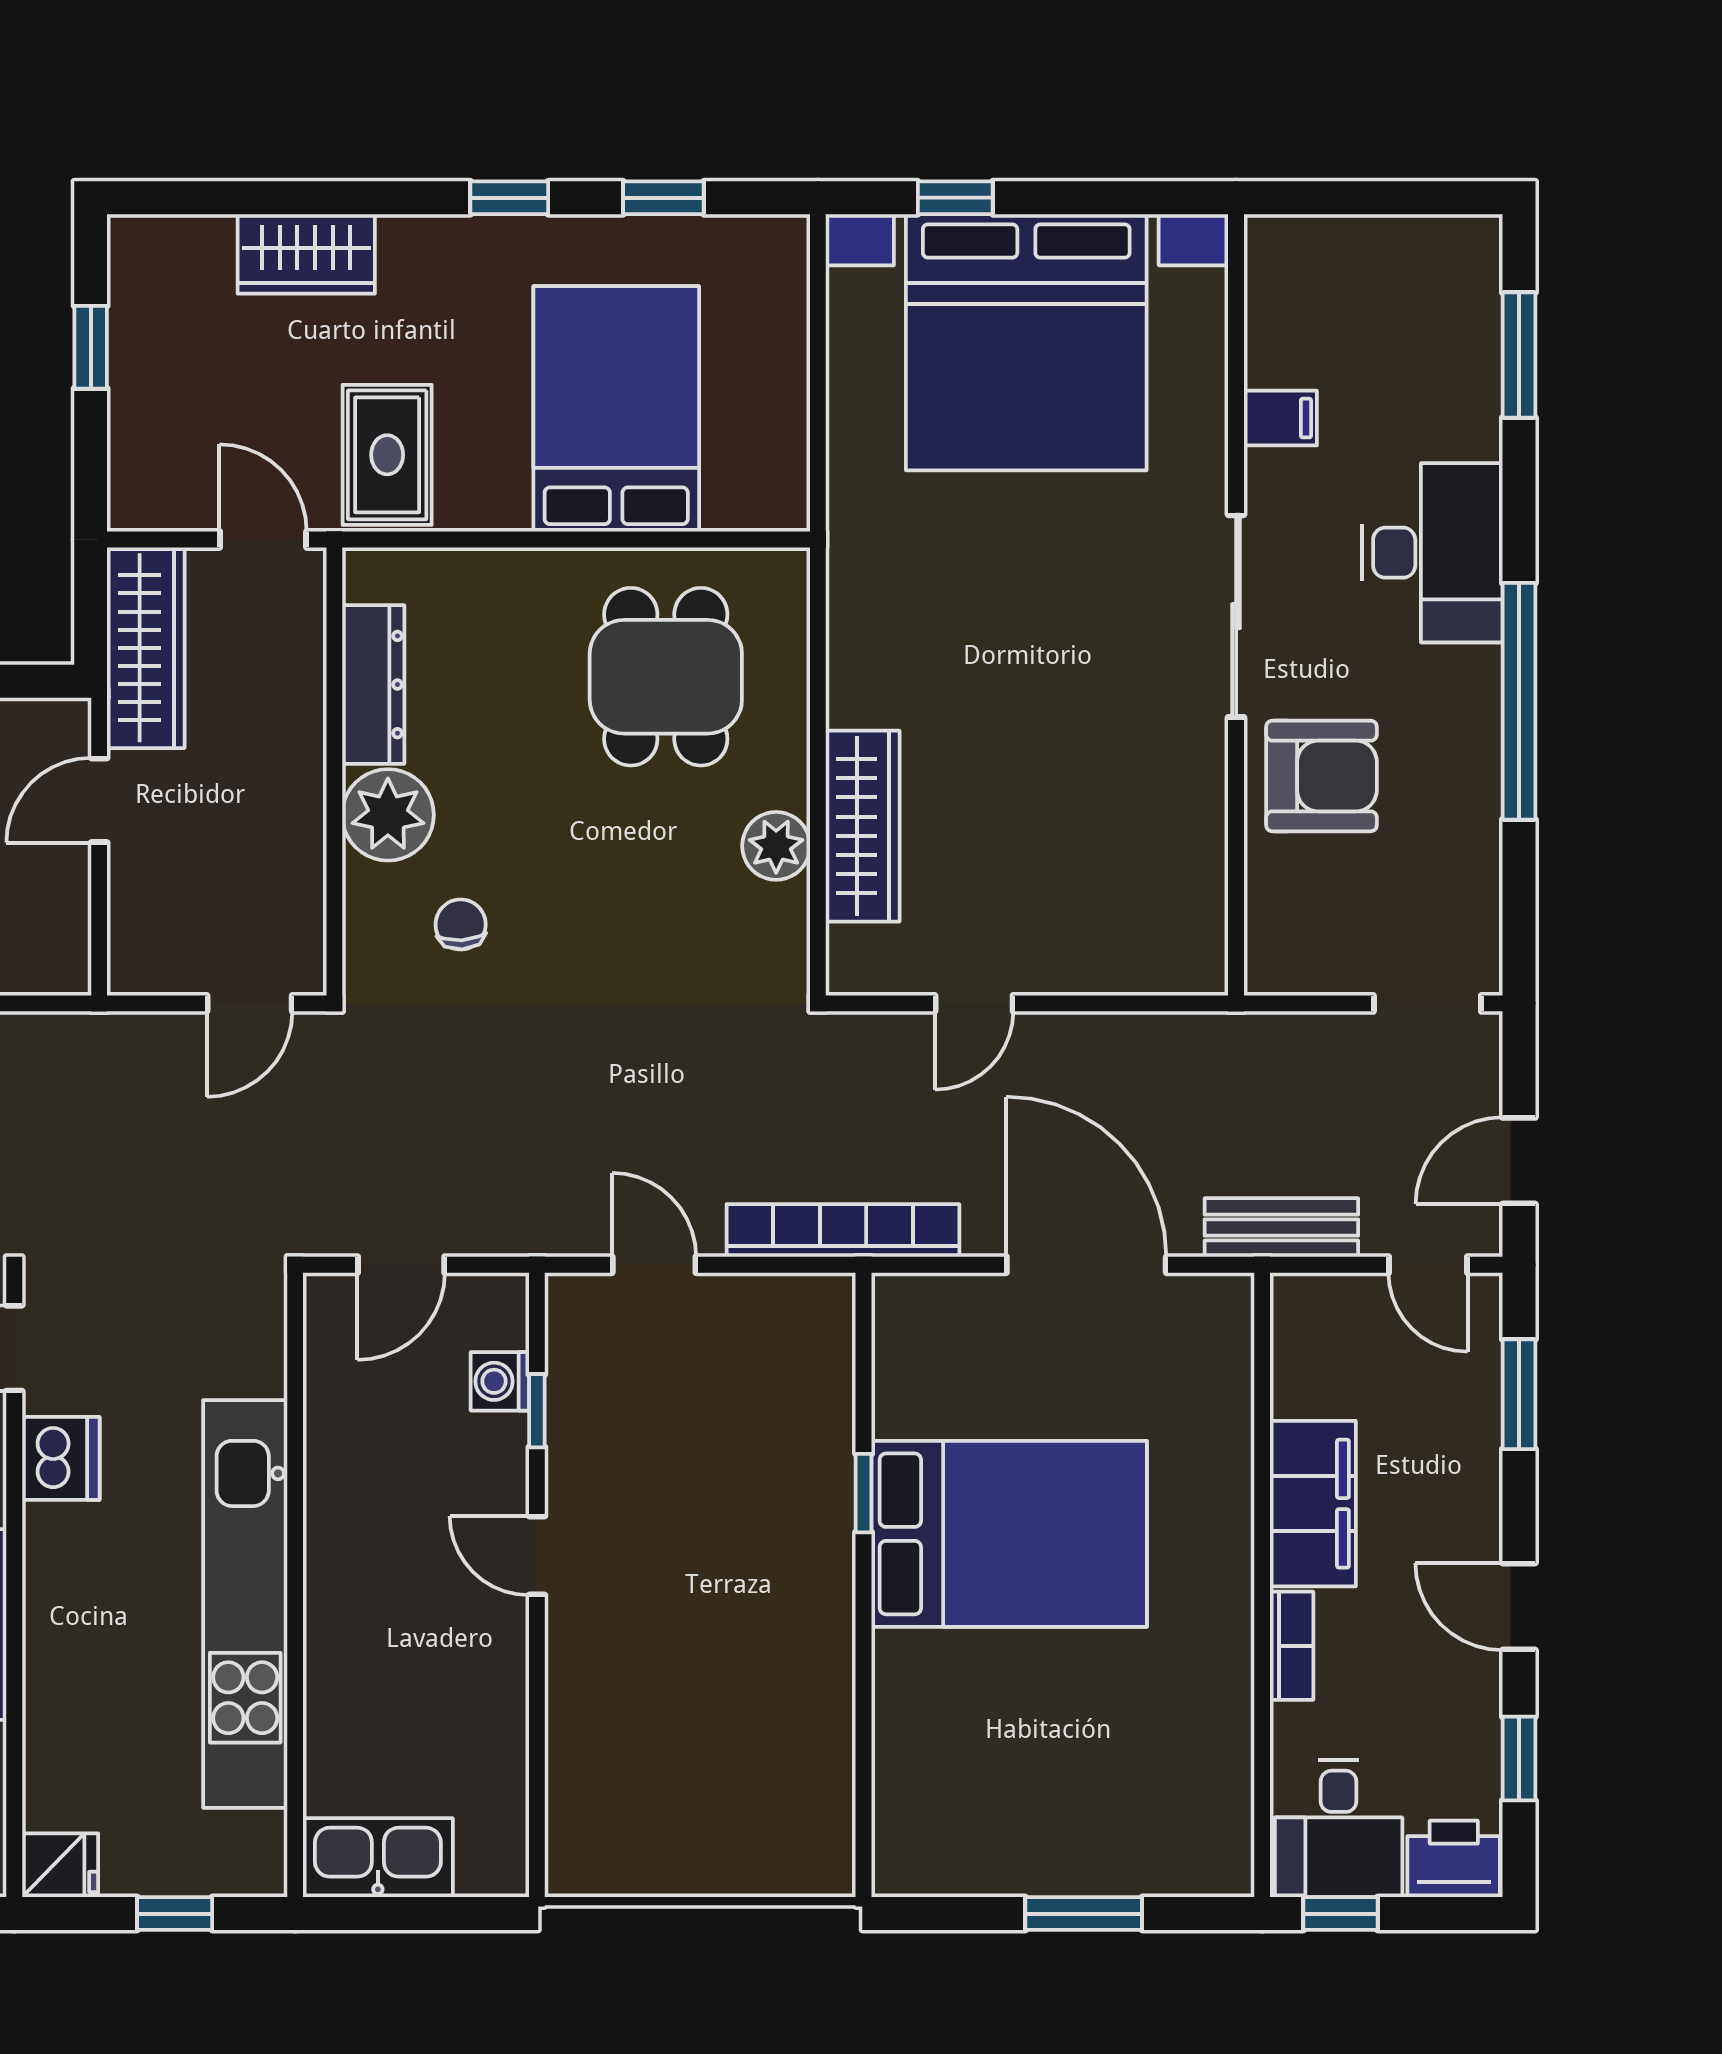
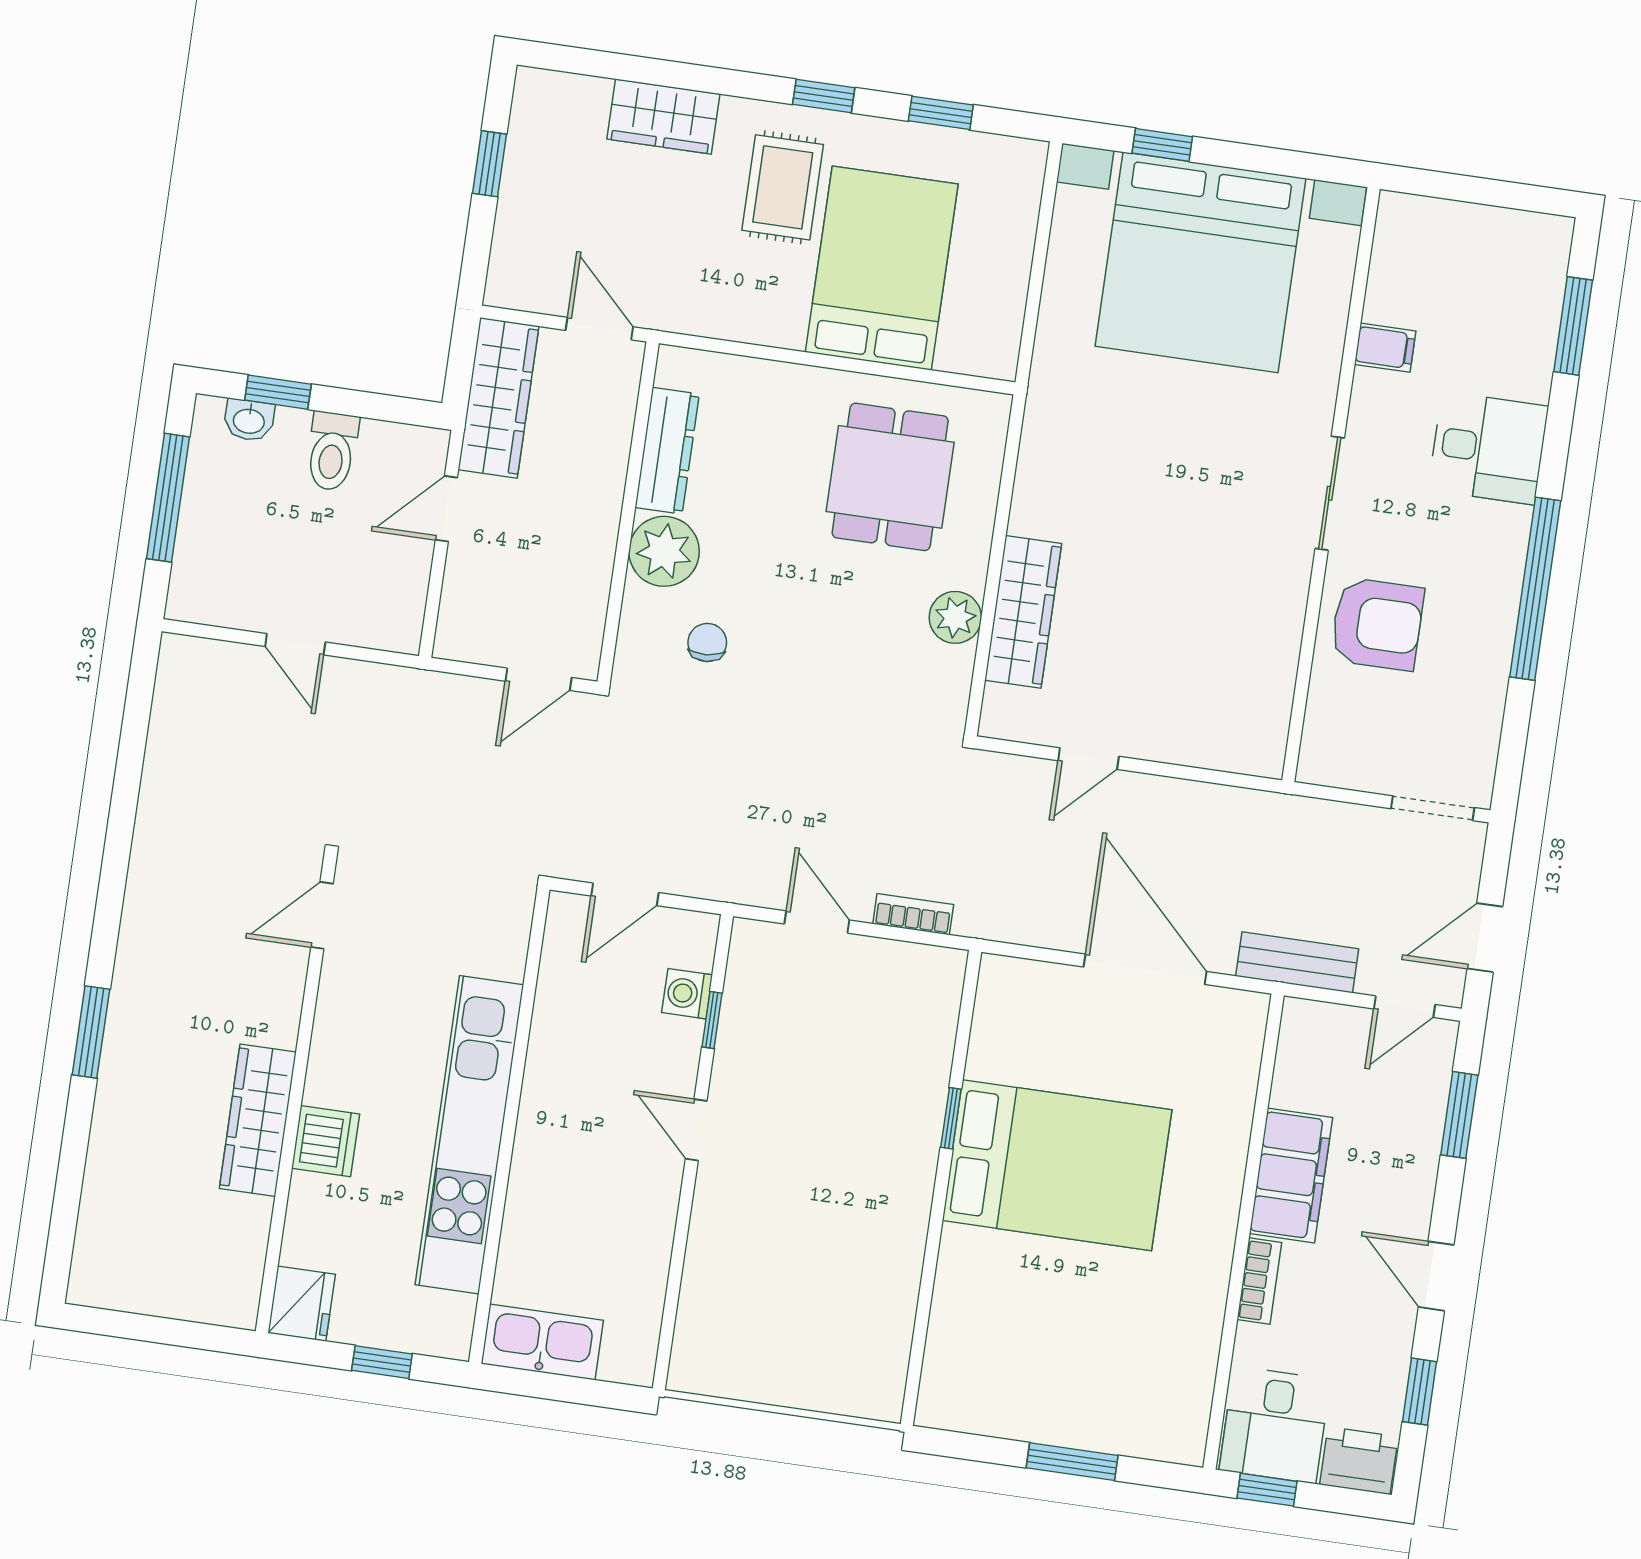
rug: (387, 455) -> (783, 187), moved
desk: (1432, 553) -> (1488, 448), width x0.73
sliding door: (1236, 616) -> (1330, 493), width x0.73
bookcase: (843, 1230) -> (913, 914), width x0.43, depth x0.76
door: (1428, 1265) -> (1405, 1007), hinge flipped
dishwasher: (61, 1458) -> (326, 1141), moved
fridge: (60, 1865) -> (302, 1304), width x1.38

